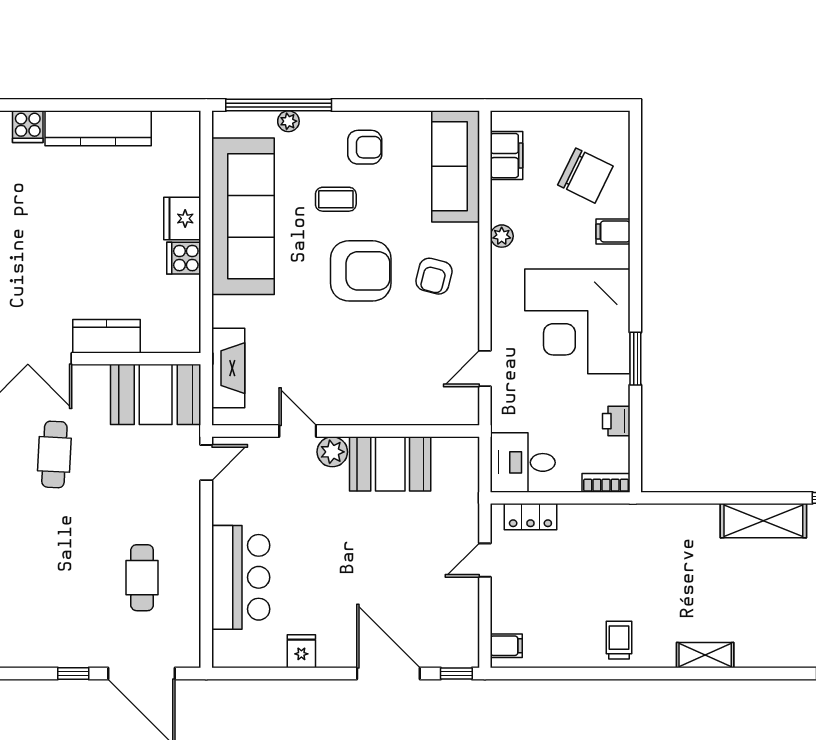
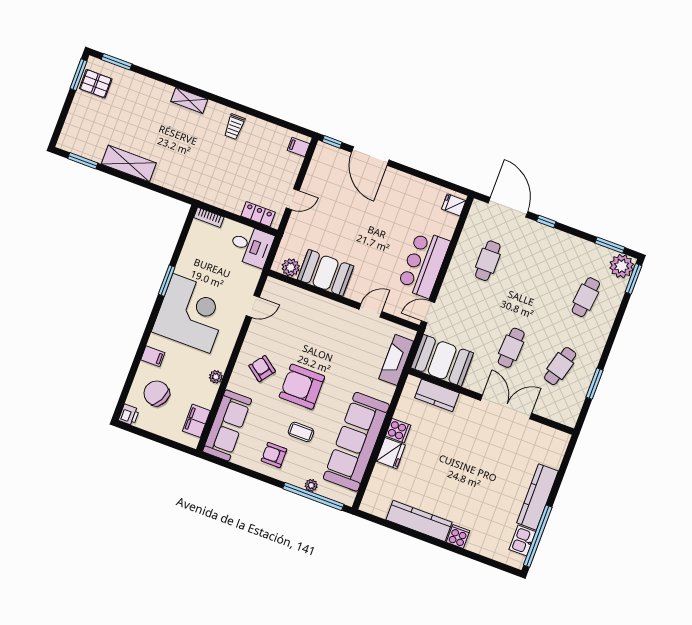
armchair: (434, 276) -> (262, 369), turned -67
kitchen counter: (106, 336) -> (437, 395), moved
printer: (616, 421) -> (129, 415), moved
door: (298, 431) -> (370, 310), swing flipped
plant: (332, 452) -> (291, 267), moved
bar counter: (241, 577) -> (424, 264), moved
fridge: (301, 651) -> (454, 205), moved, turned 90

